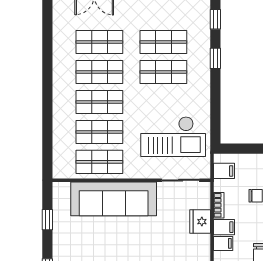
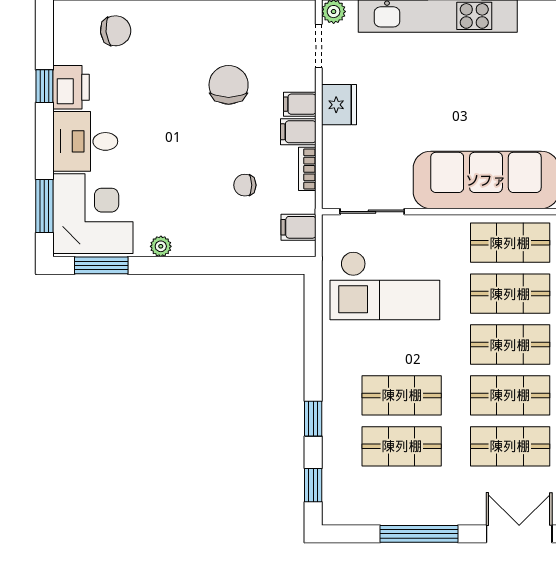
checkout: (173, 137) -> (385, 286), turned 180
fridge: (200, 222) -> (339, 105), moved

